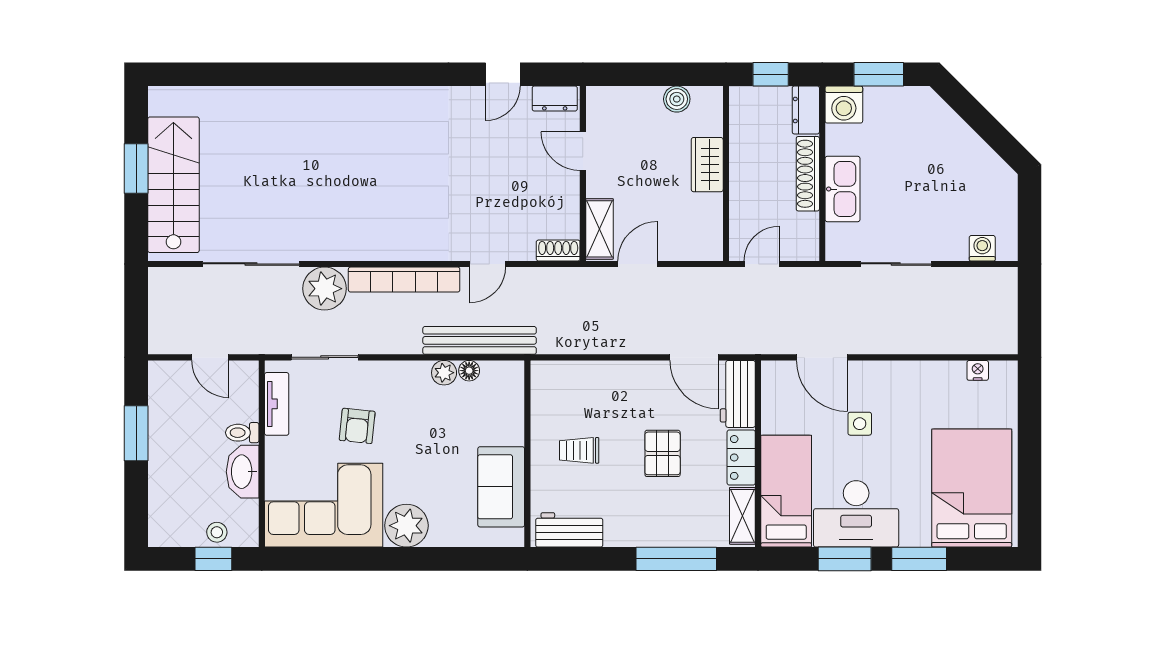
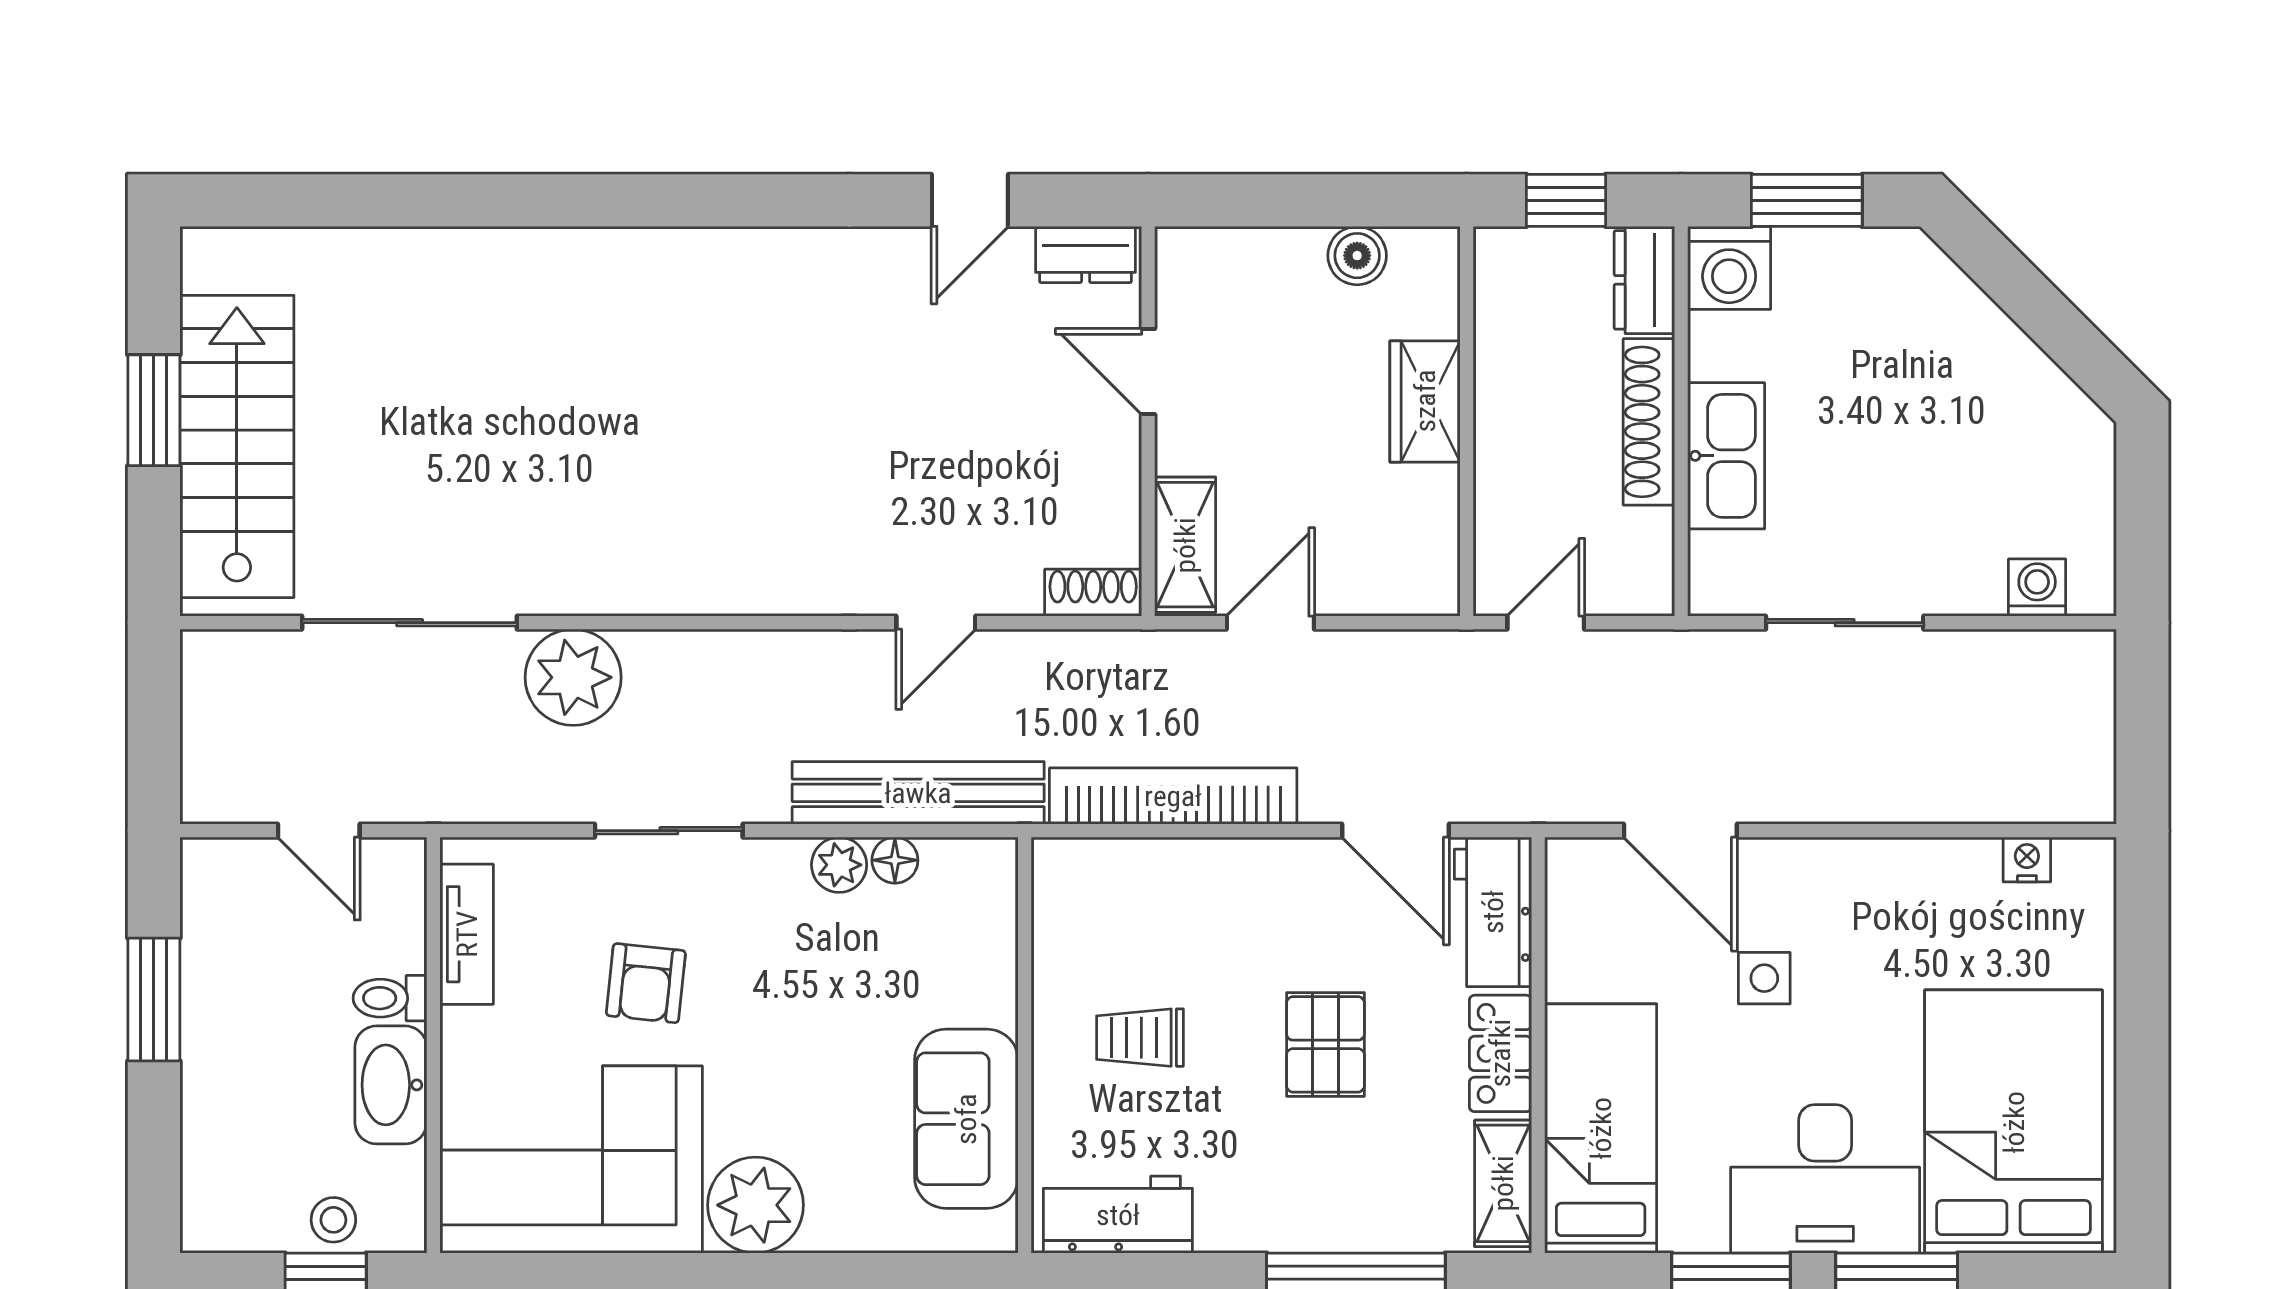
bookcase: (404, 280) -> (1173, 796), moved, turned 180
sliding door: (325, 357) -> (669, 831), moved
desk: (856, 514) -> (1825, 1179), moved

